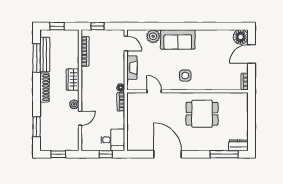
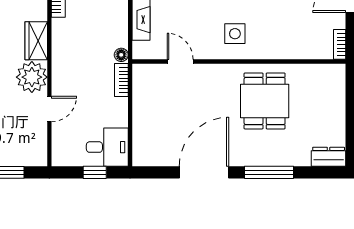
plant: (74, 104) -> (32, 77), width x1.88, depth x1.88
dining table: (202, 114) -> (265, 101), turned 90
door: (168, 154) -> (204, 172), hinge flipped
window: (224, 154) -> (269, 172), moved

